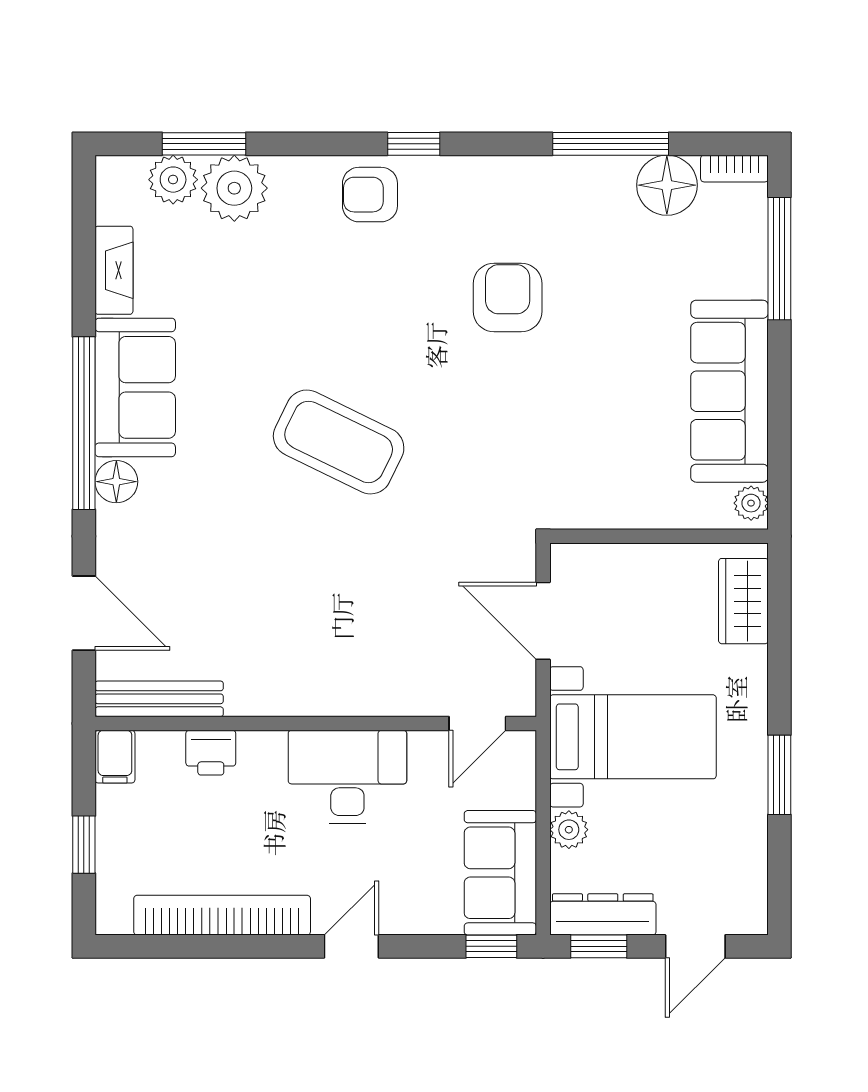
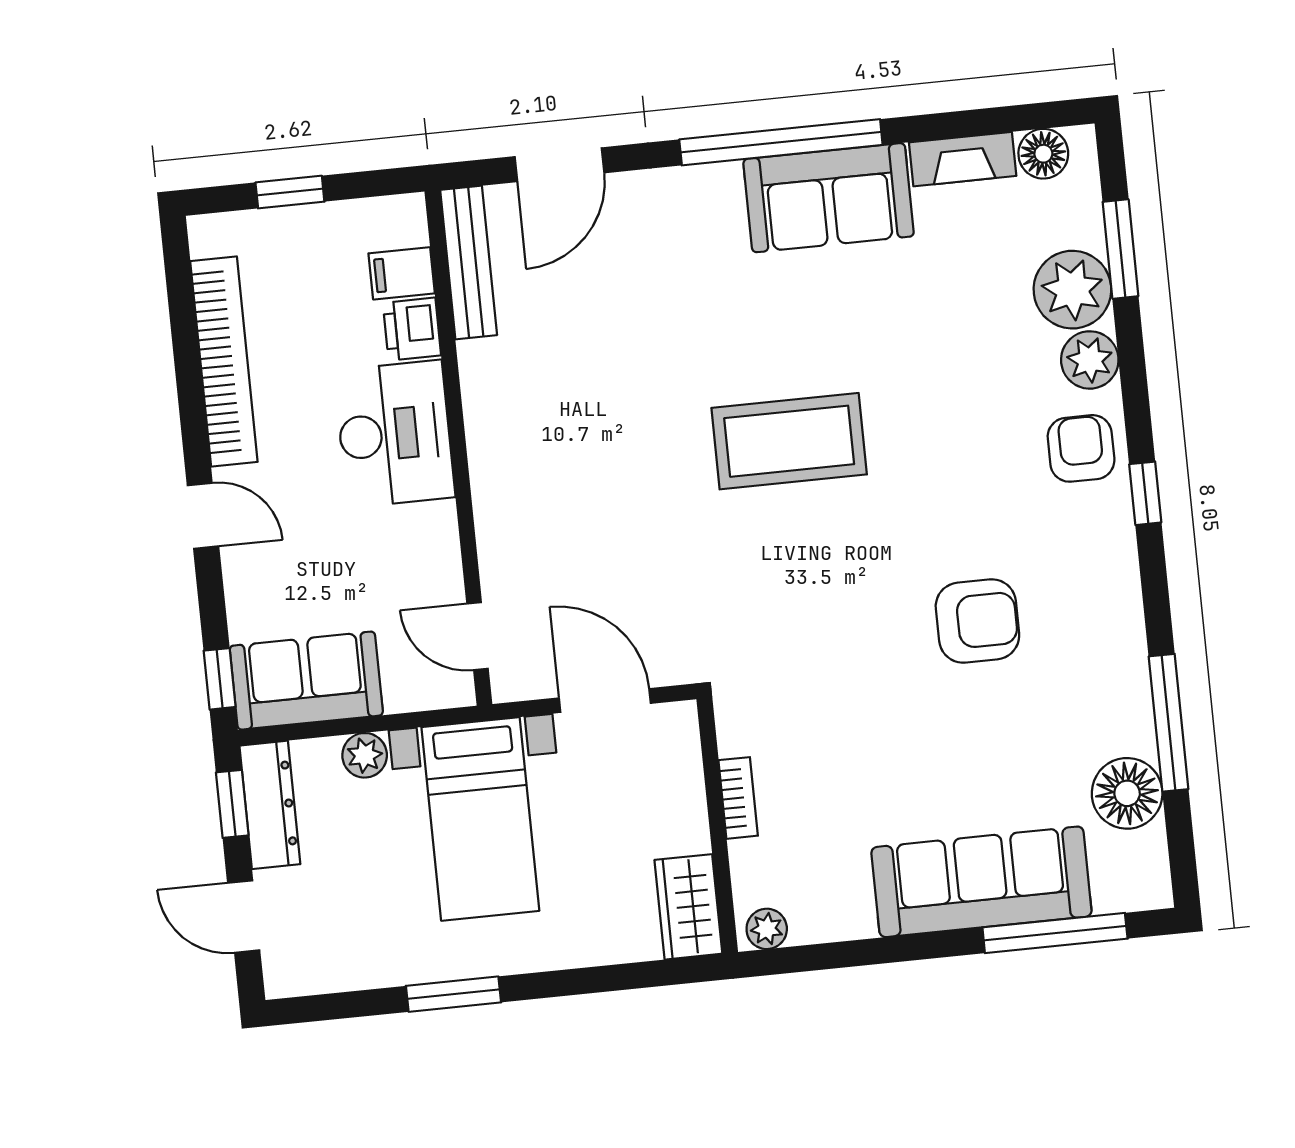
bookcase: (734, 169) -> (738, 798), moved, turned 180
plant: (173, 180) -> (1090, 360), moved
sofa: (730, 391) -> (981, 882), moved
coffee table: (339, 442) -> (789, 441), turned 64
floor lamp: (116, 482) -> (1043, 154), moved
wardrobe: (743, 601) -> (688, 907), moved, turned -90
door: (543, 621) -> (605, 701), hinge flipped
filing cabinet: (115, 757) -> (402, 273), moved
desk: (347, 777) -> (394, 434), moved

